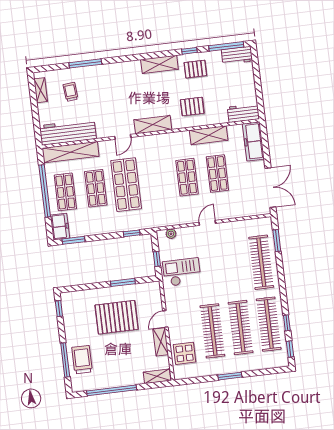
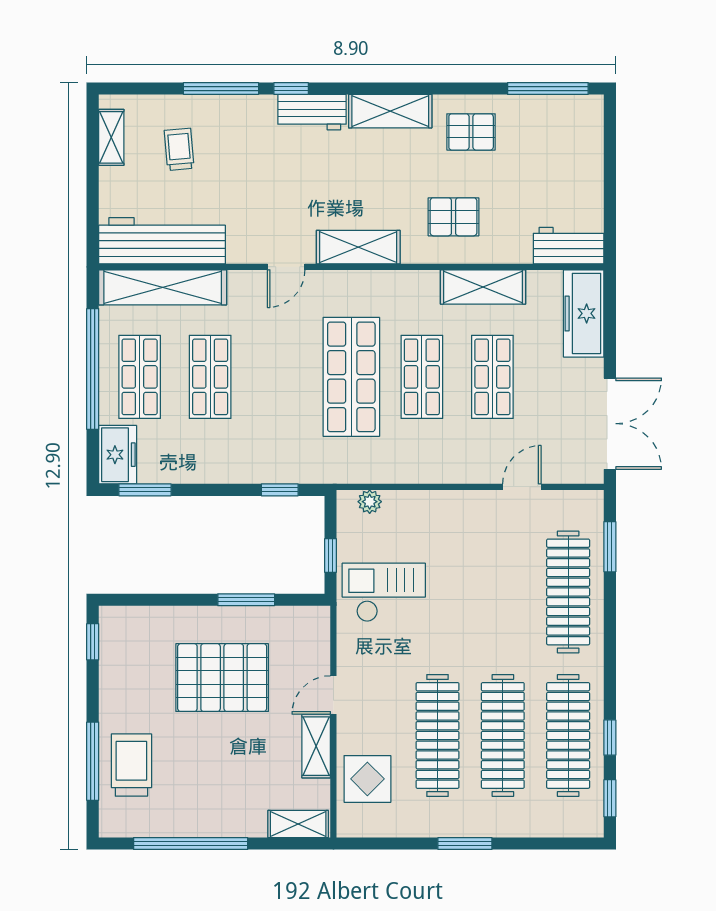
window: (189, 51) -> (291, 89), moved
workbench: (237, 55) -> (312, 112), moved
shop shelf: (126, 185) -> (351, 377), moved
door: (207, 223) -> (522, 487), moved

